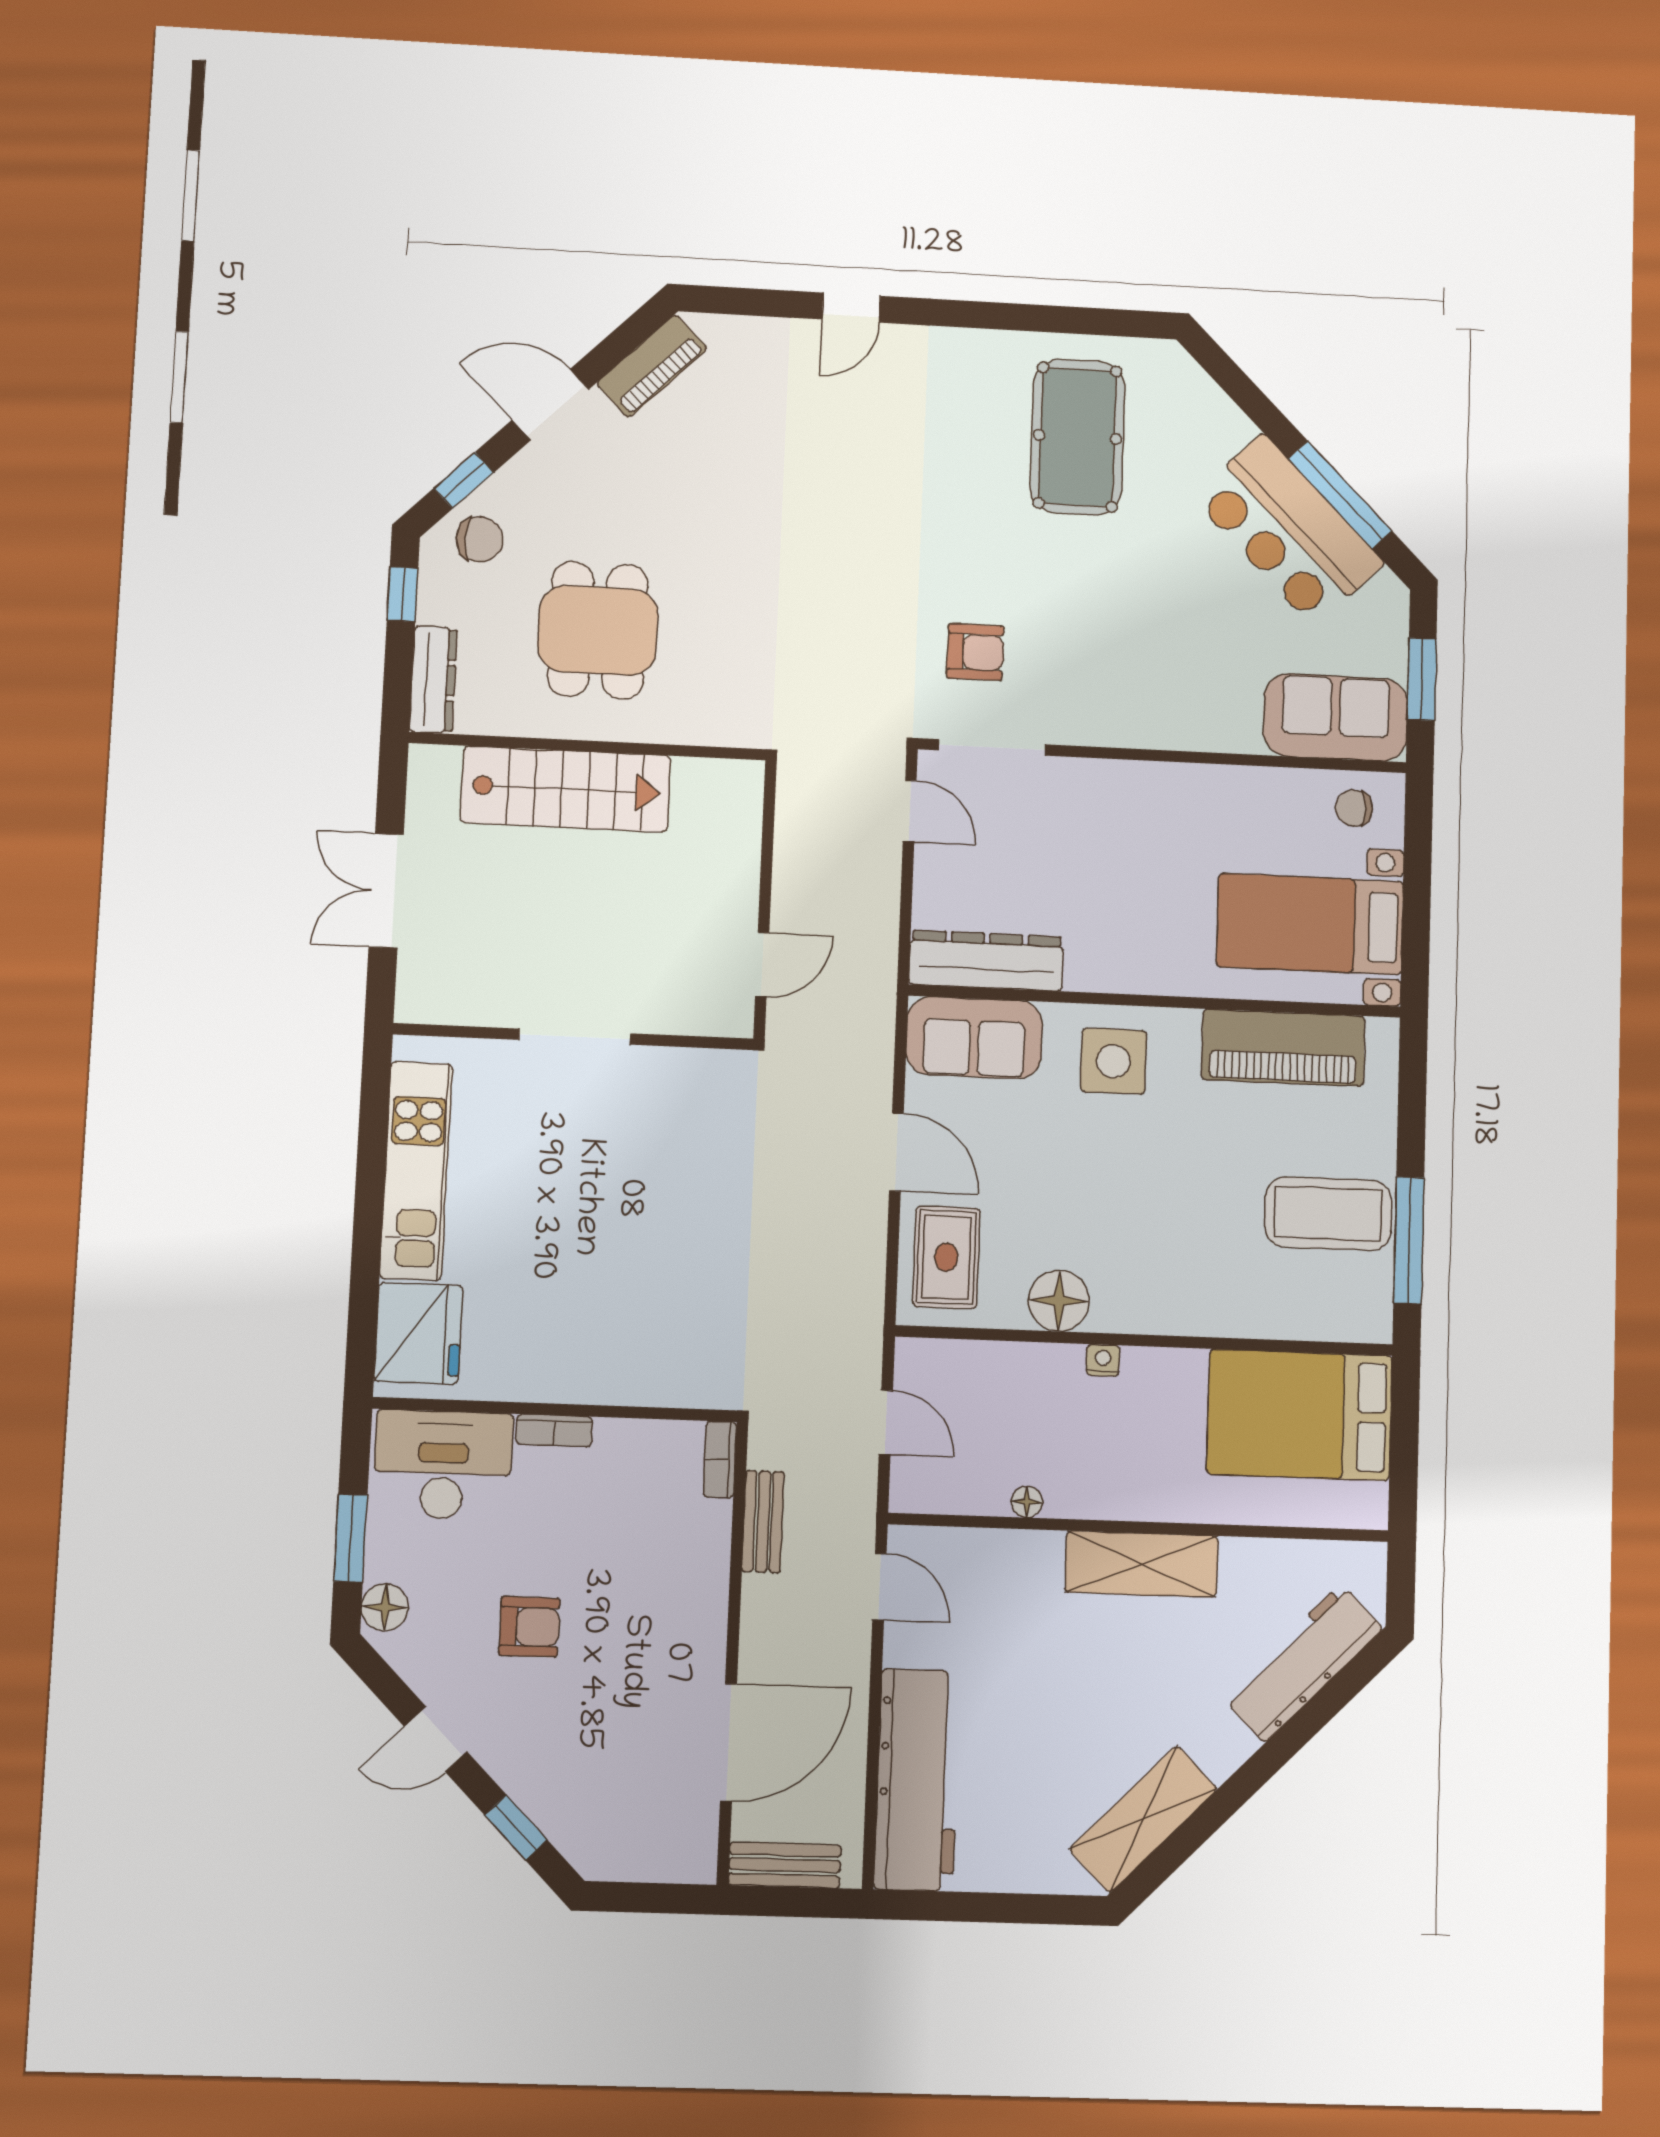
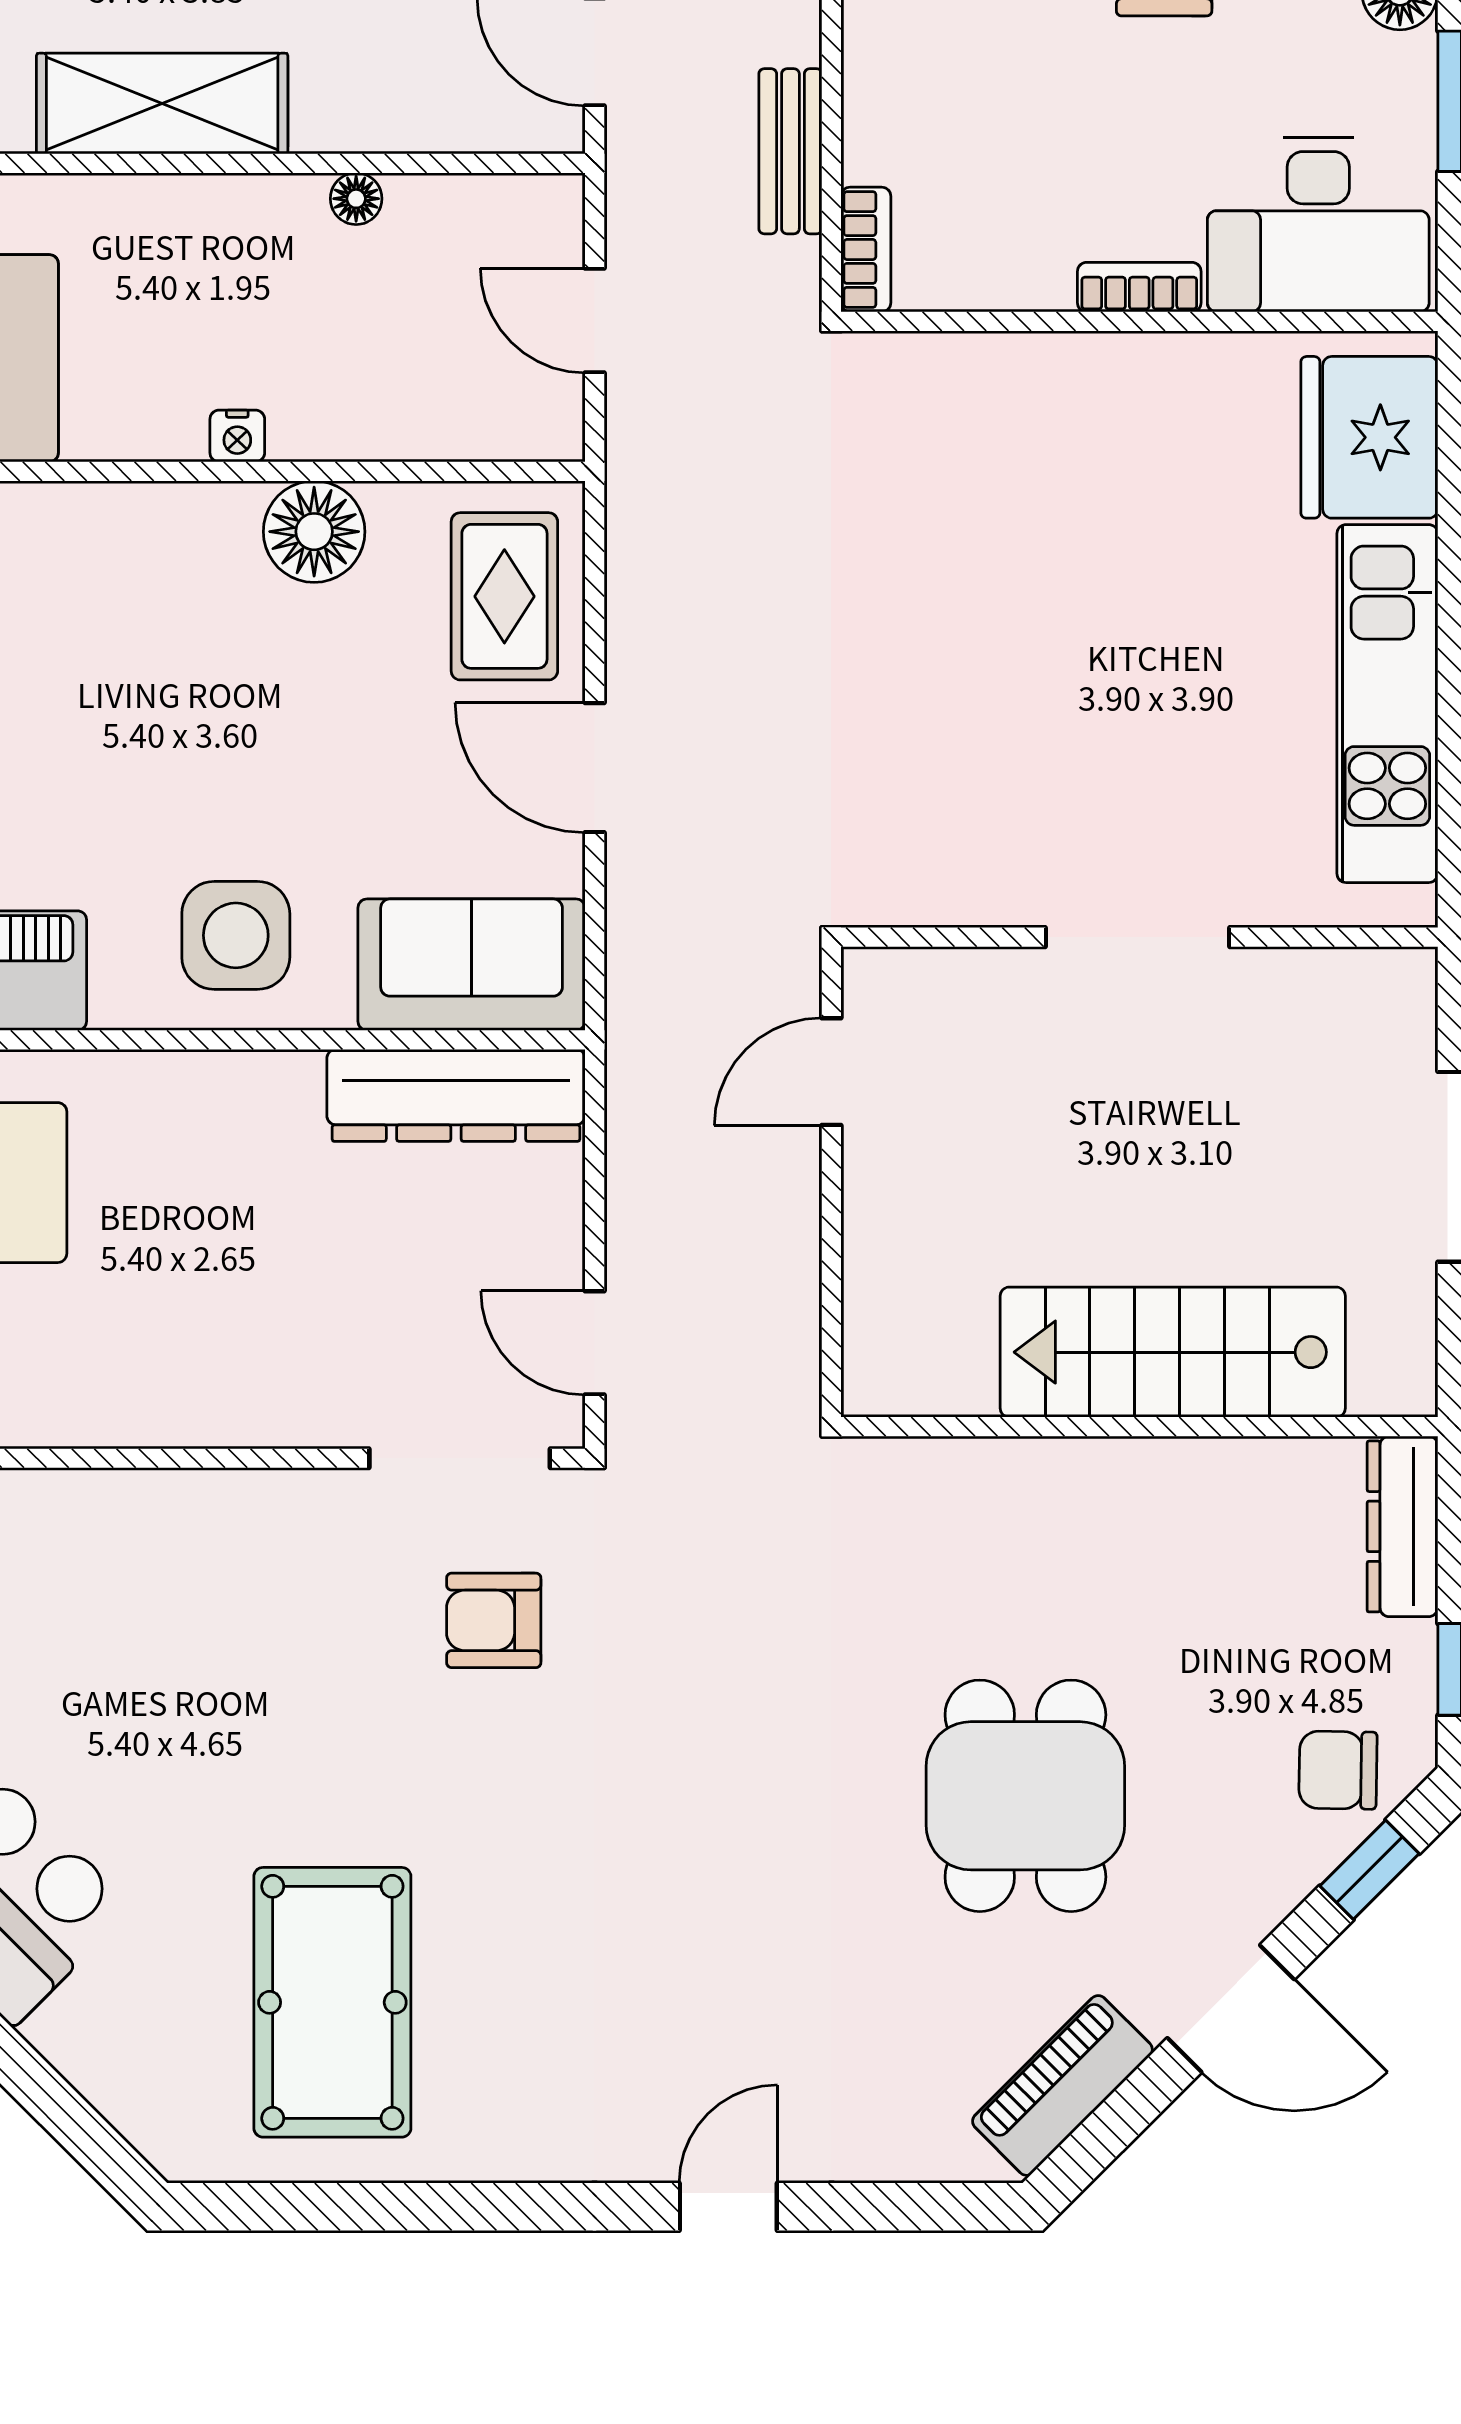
dining table: (598, 630) -> (1025, 1796), moved

